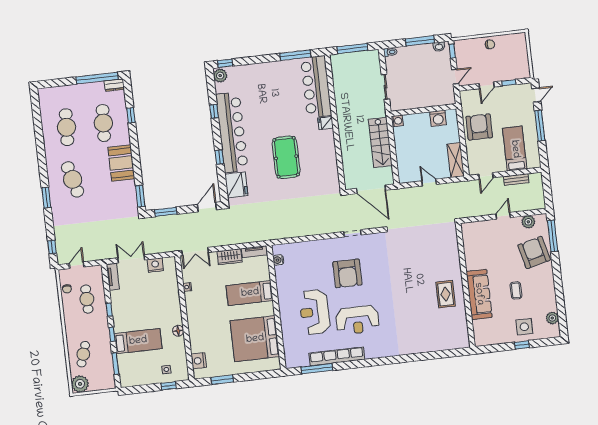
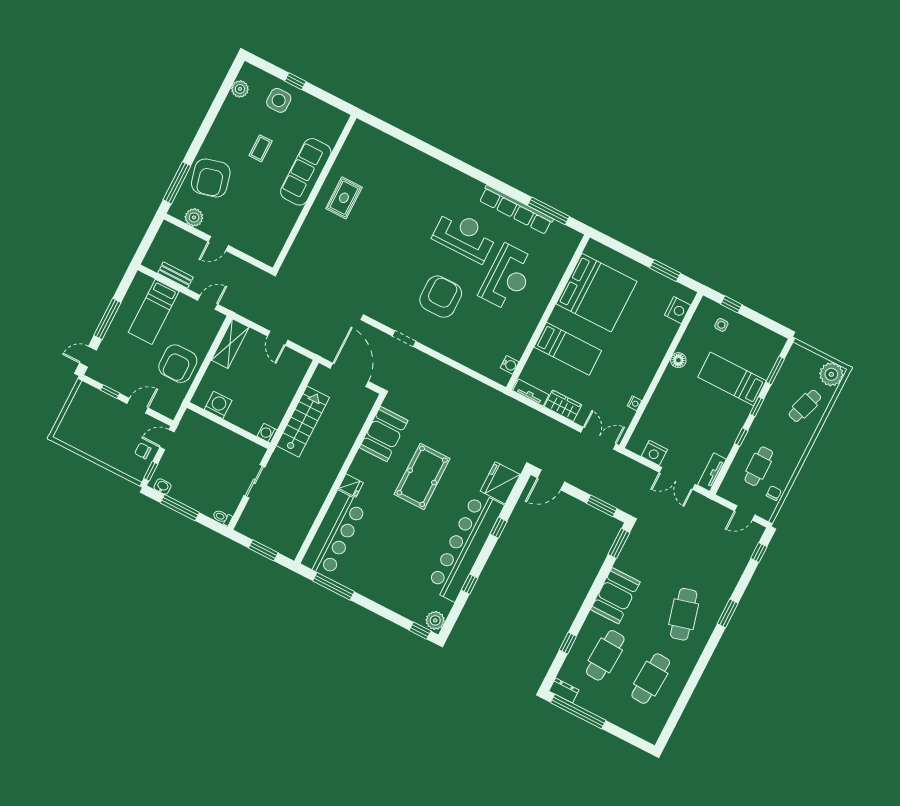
chair: (490, 44) -> (143, 451), moved
window: (352, 49) -> (263, 550), width x0.69
booth: (326, 167) -> (384, 434), added

